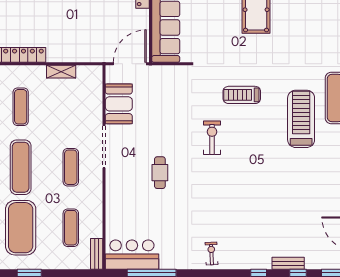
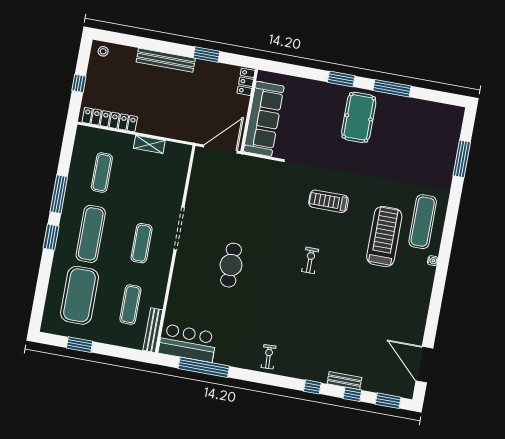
booth: (119, 104) -> (202, 188), removed
exercise bike: (212, 138) -> (310, 260), moved, width x0.73, depth x0.72
cafe table: (160, 173) -> (231, 265), width x1.37, depth x1.35
bench: (97, 254) -> (153, 330), width x1.36

